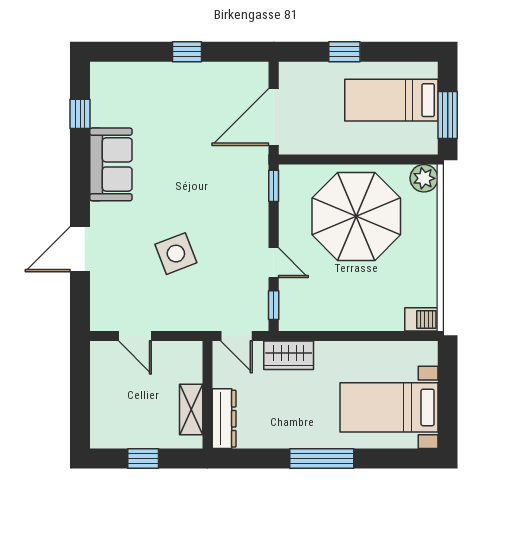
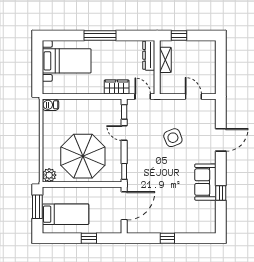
window: (80, 114) -> (221, 193), moved
window: (143, 458) -> (179, 35), moved

